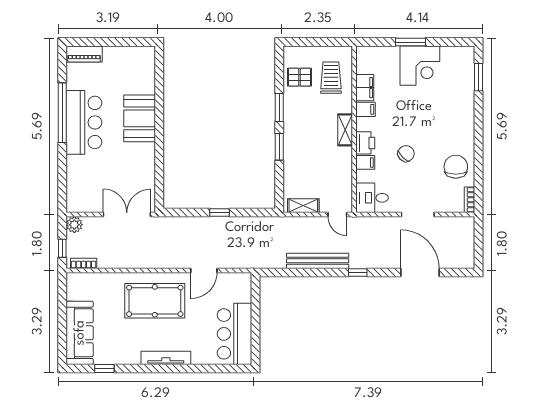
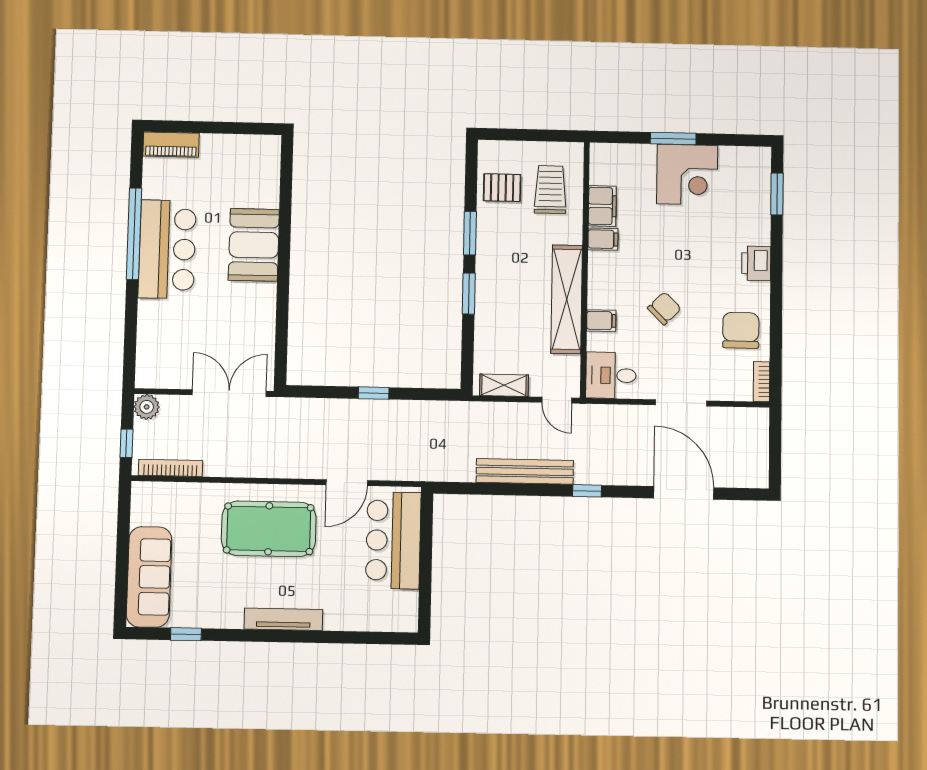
shelving: (345, 130) -> (567, 299), width x2.20, depth x1.33
printer: (365, 143) -> (756, 263), moved, turned 180
bookcase: (84, 263) -> (170, 468), width x1.56
bar counter: (234, 334) -> (393, 540), moved

